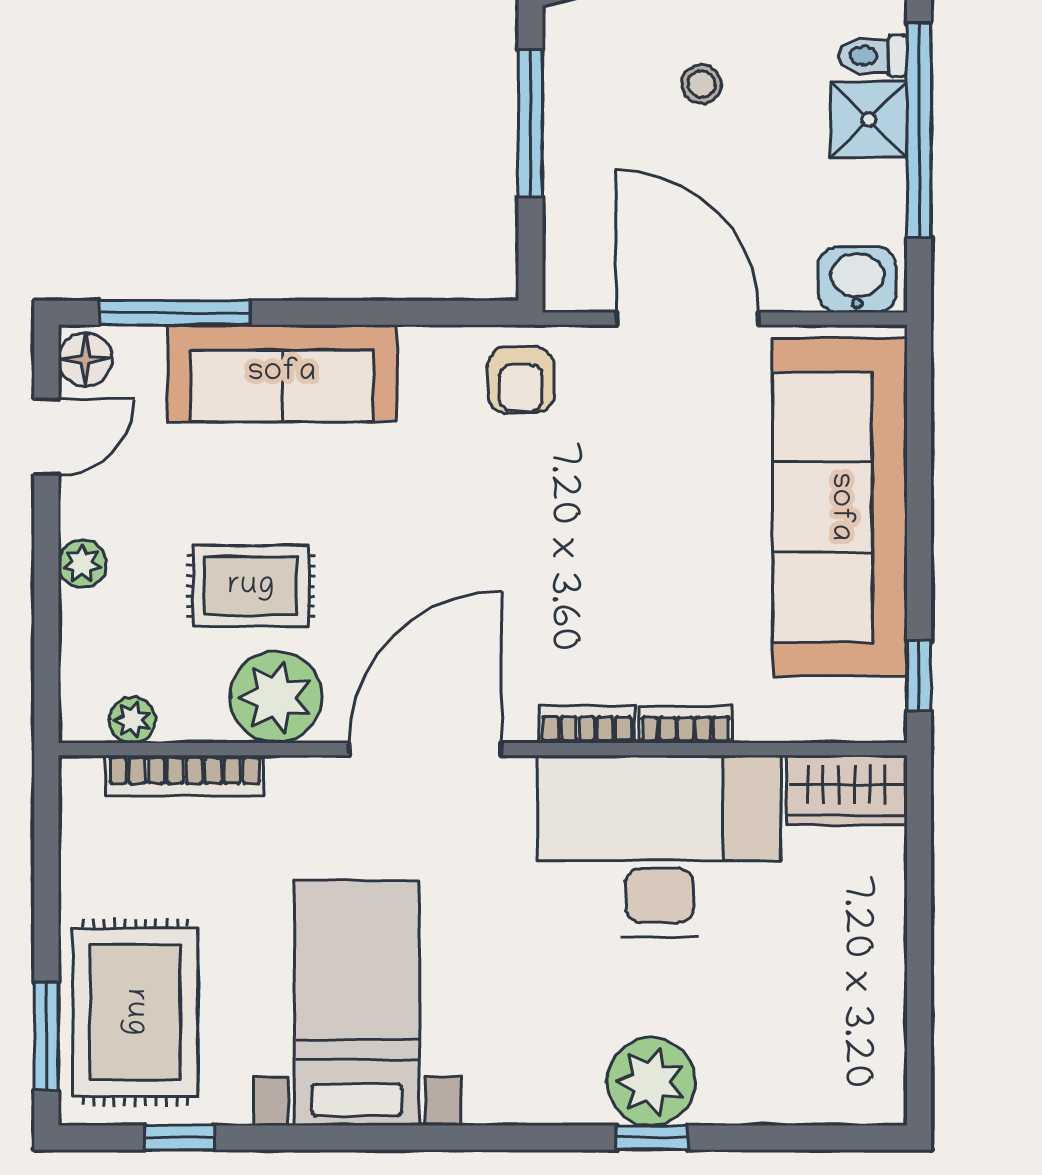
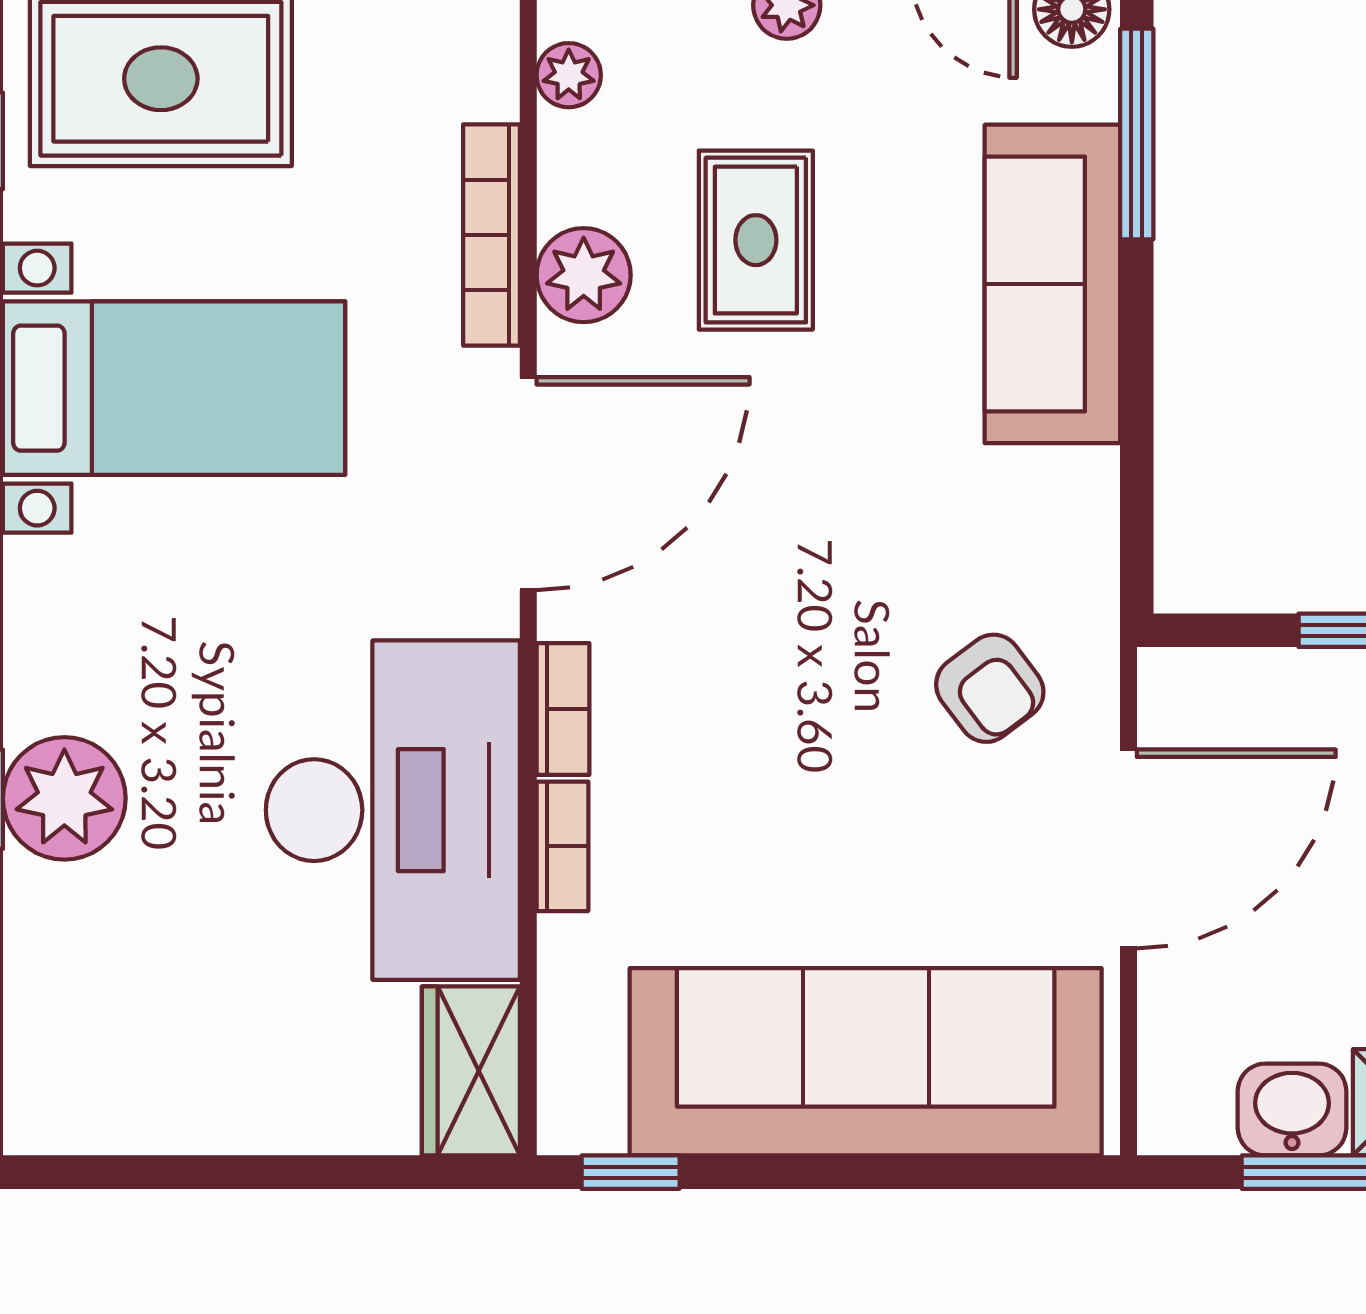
washbasin: (857, 280) -> (1292, 1110), moved, turned -90
armchair: (521, 380) -> (990, 688), moved, turned -127
plant: (276, 697) -> (584, 275), width x0.73, depth x0.73
door: (425, 749) -> (528, 484), hinge flipped
bookcase: (185, 775) -> (492, 235), moved

